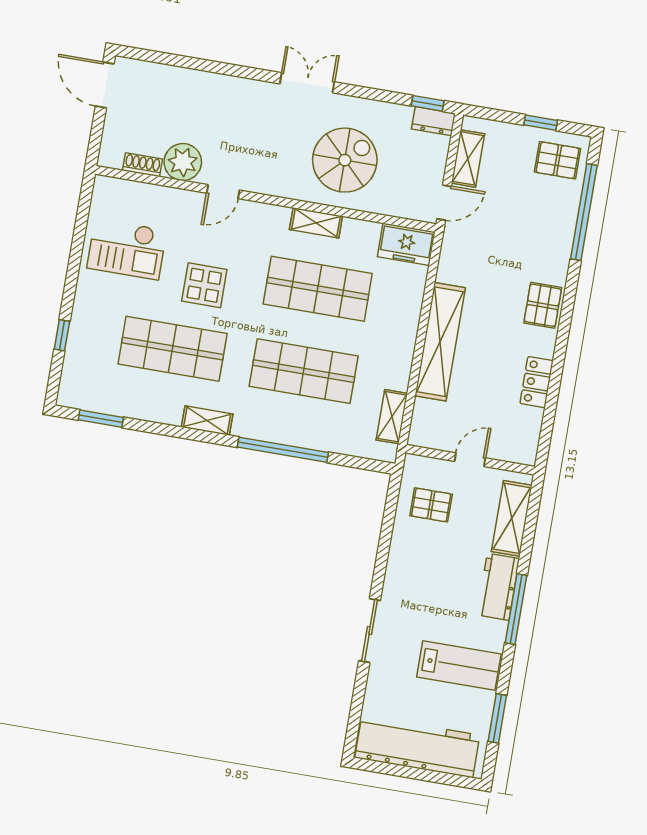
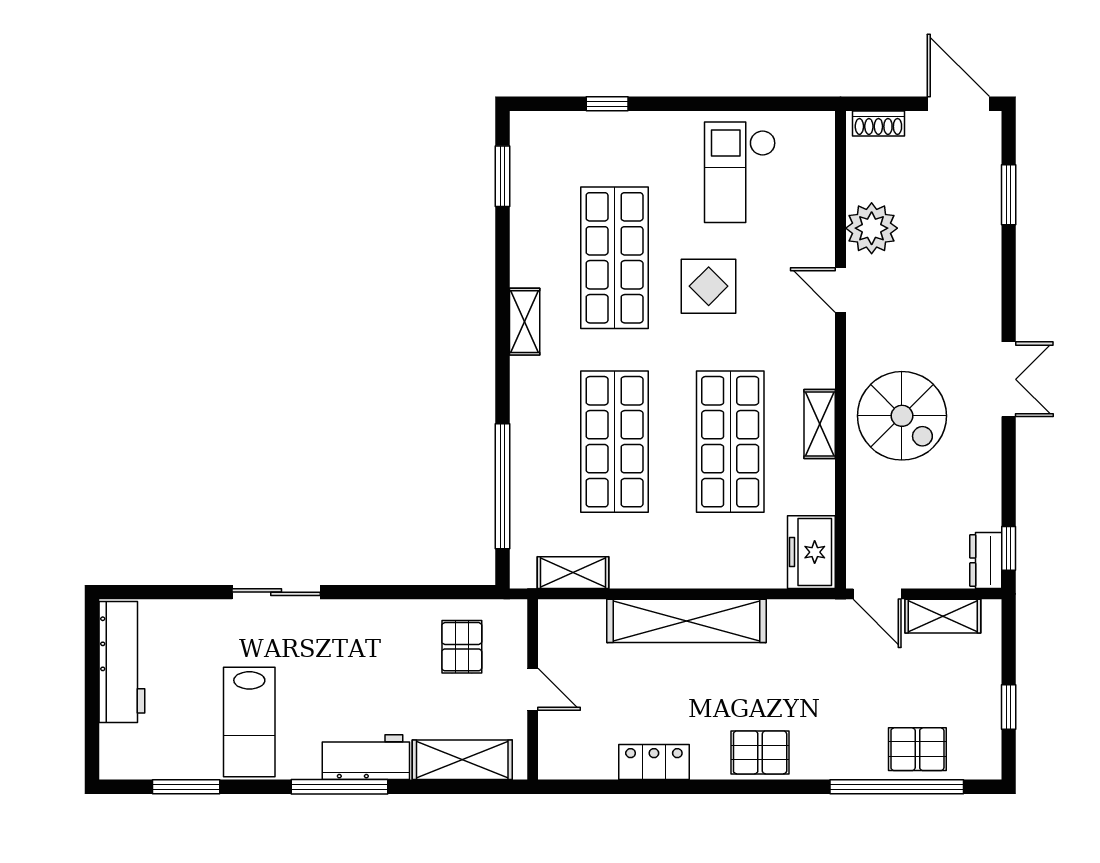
window: (176, 60) -> (1009, 195), added
door: (105, 85) -> (958, 104), hinge flipped
spiral stairs: (345, 160) -> (902, 416), moved
pallet: (558, 160) -> (917, 749), moved, turned 90
shoe rack: (142, 165) -> (878, 123), moved, turned 90
window: (283, 450) -> (503, 486), moved
workbench: (417, 746) -> (122, 662), width x0.73, depth x0.76

